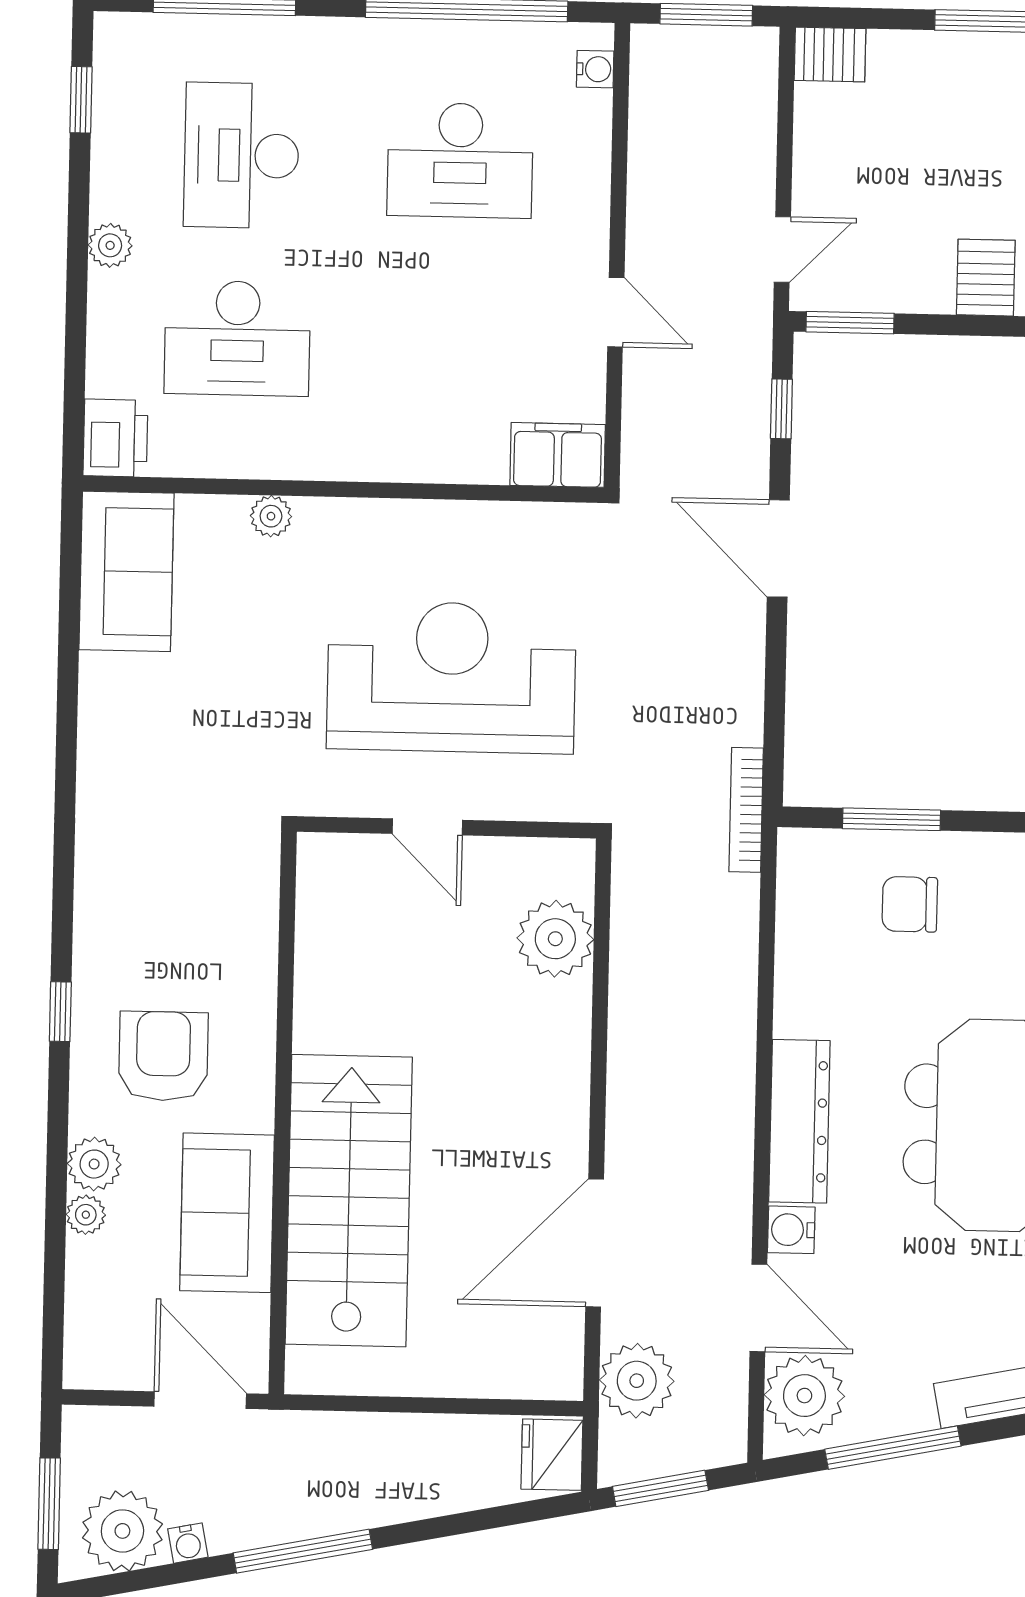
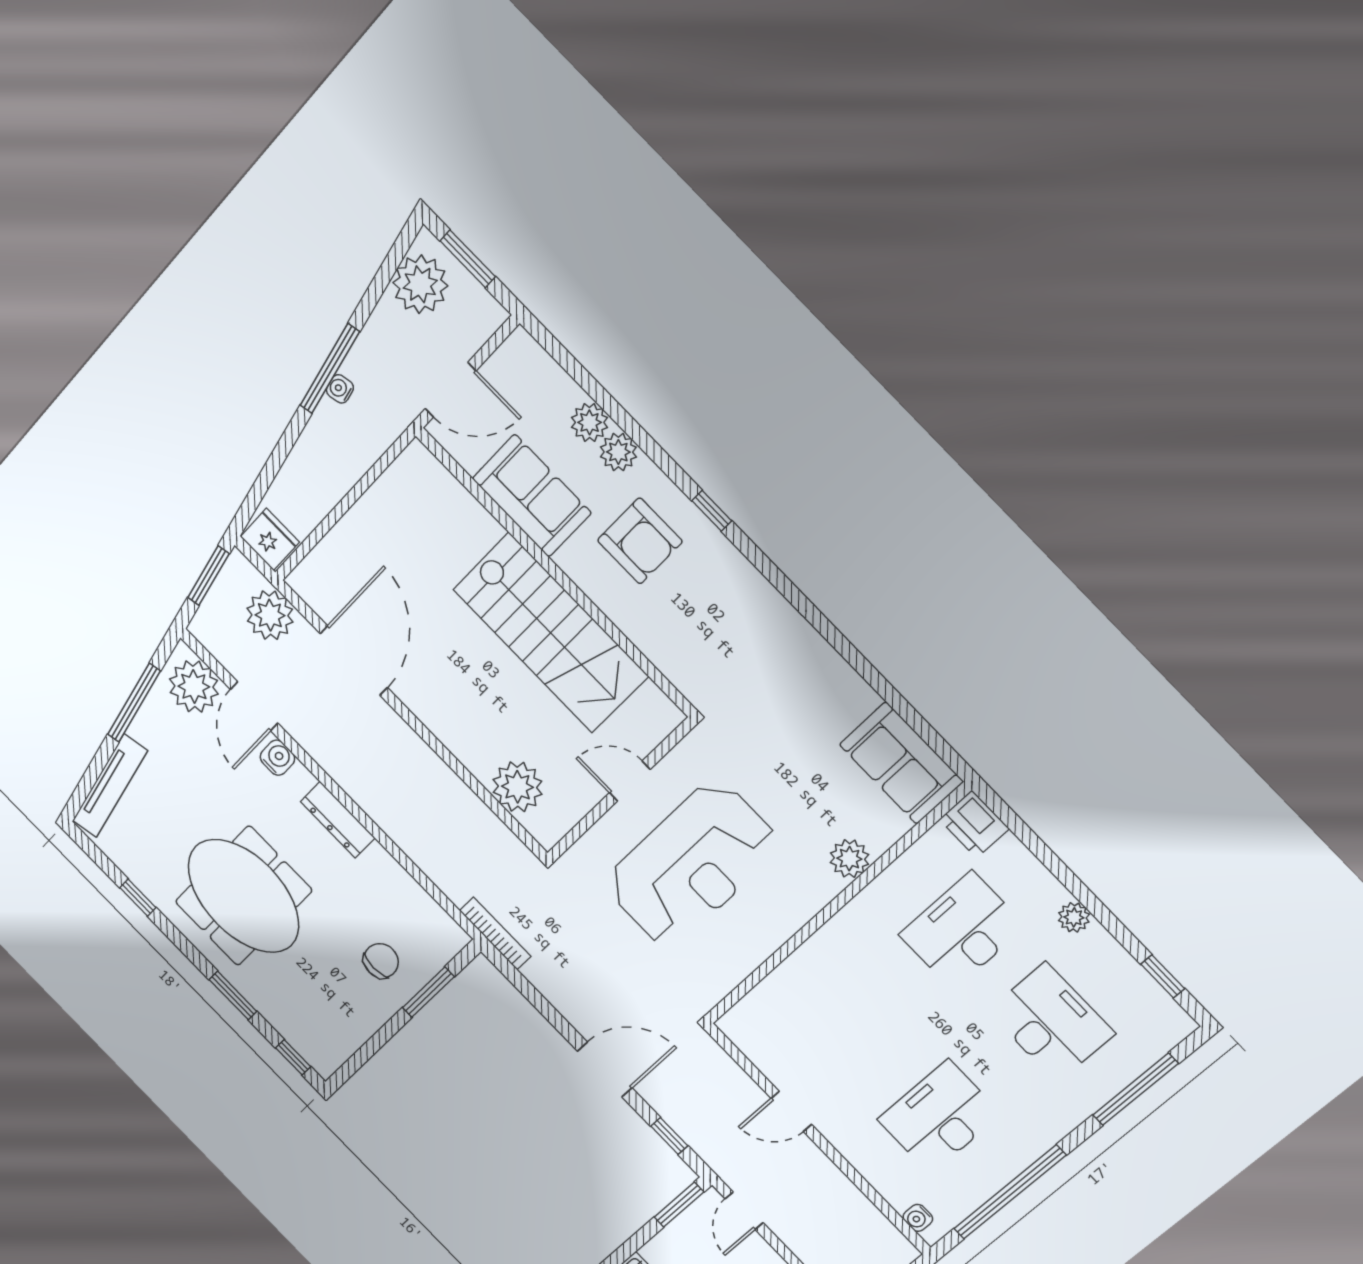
filing cabinet: (558, 455) -> (750, 1018), removed
plant: (271, 516) -> (849, 859), width x1.38, depth x1.38
dresser: (799, 1121) -> (338, 820), width x0.73, depth x0.80
stairs: (349, 1201) -> (551, 633), moved
plant: (86, 1215) -> (590, 422), width x1.38, depth x1.38
door: (758, 1308) -> (254, 706), hinge flipped
water cooler: (188, 1543) -> (340, 389), moved

